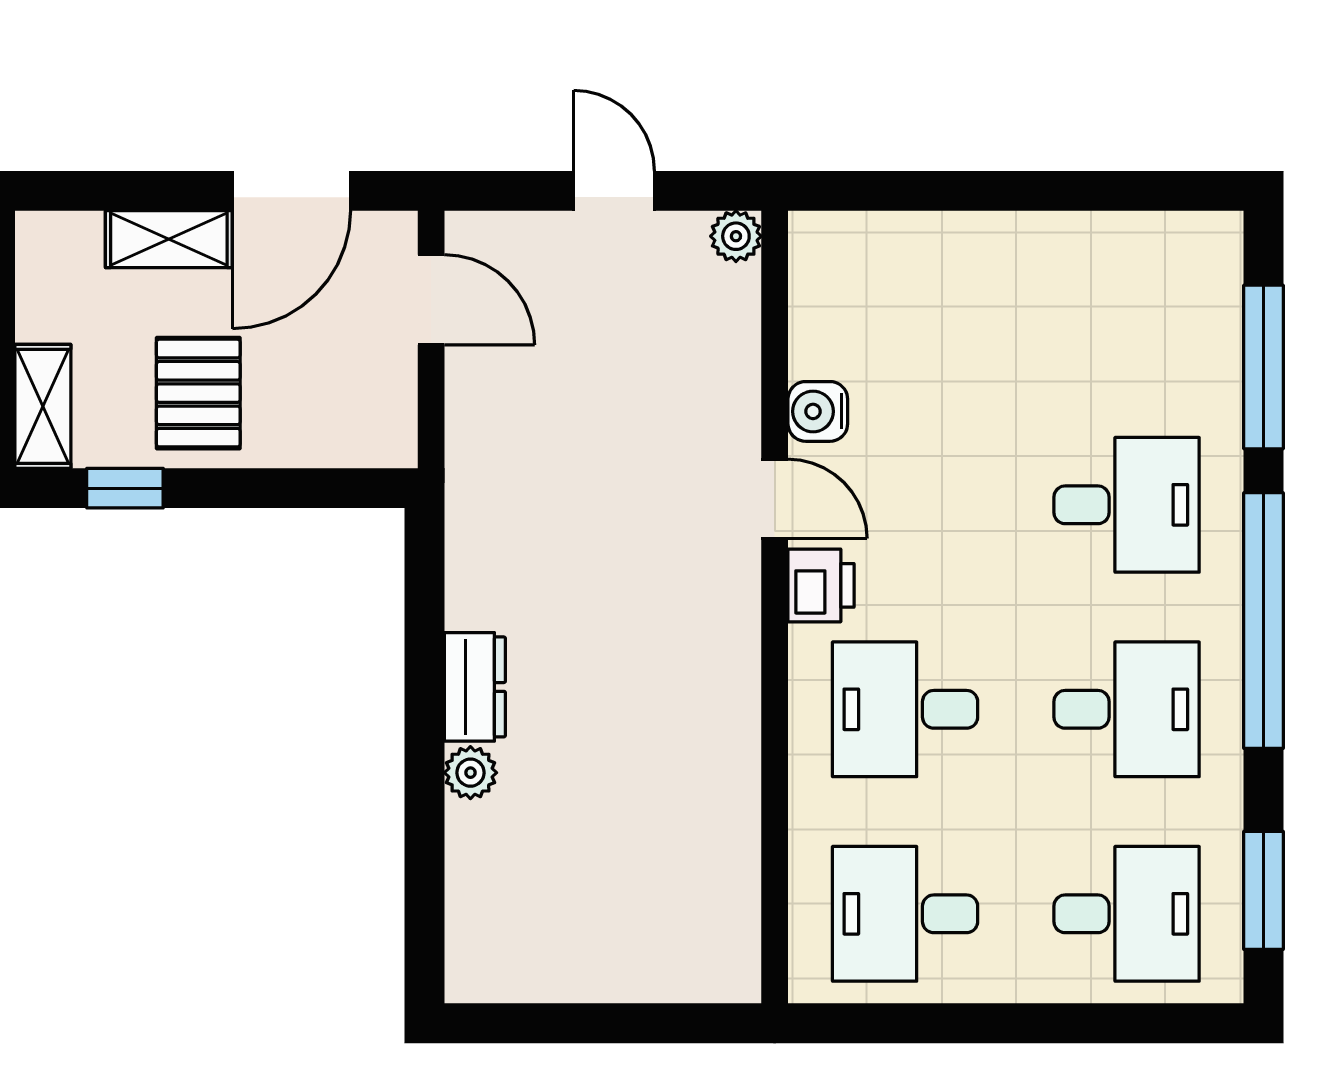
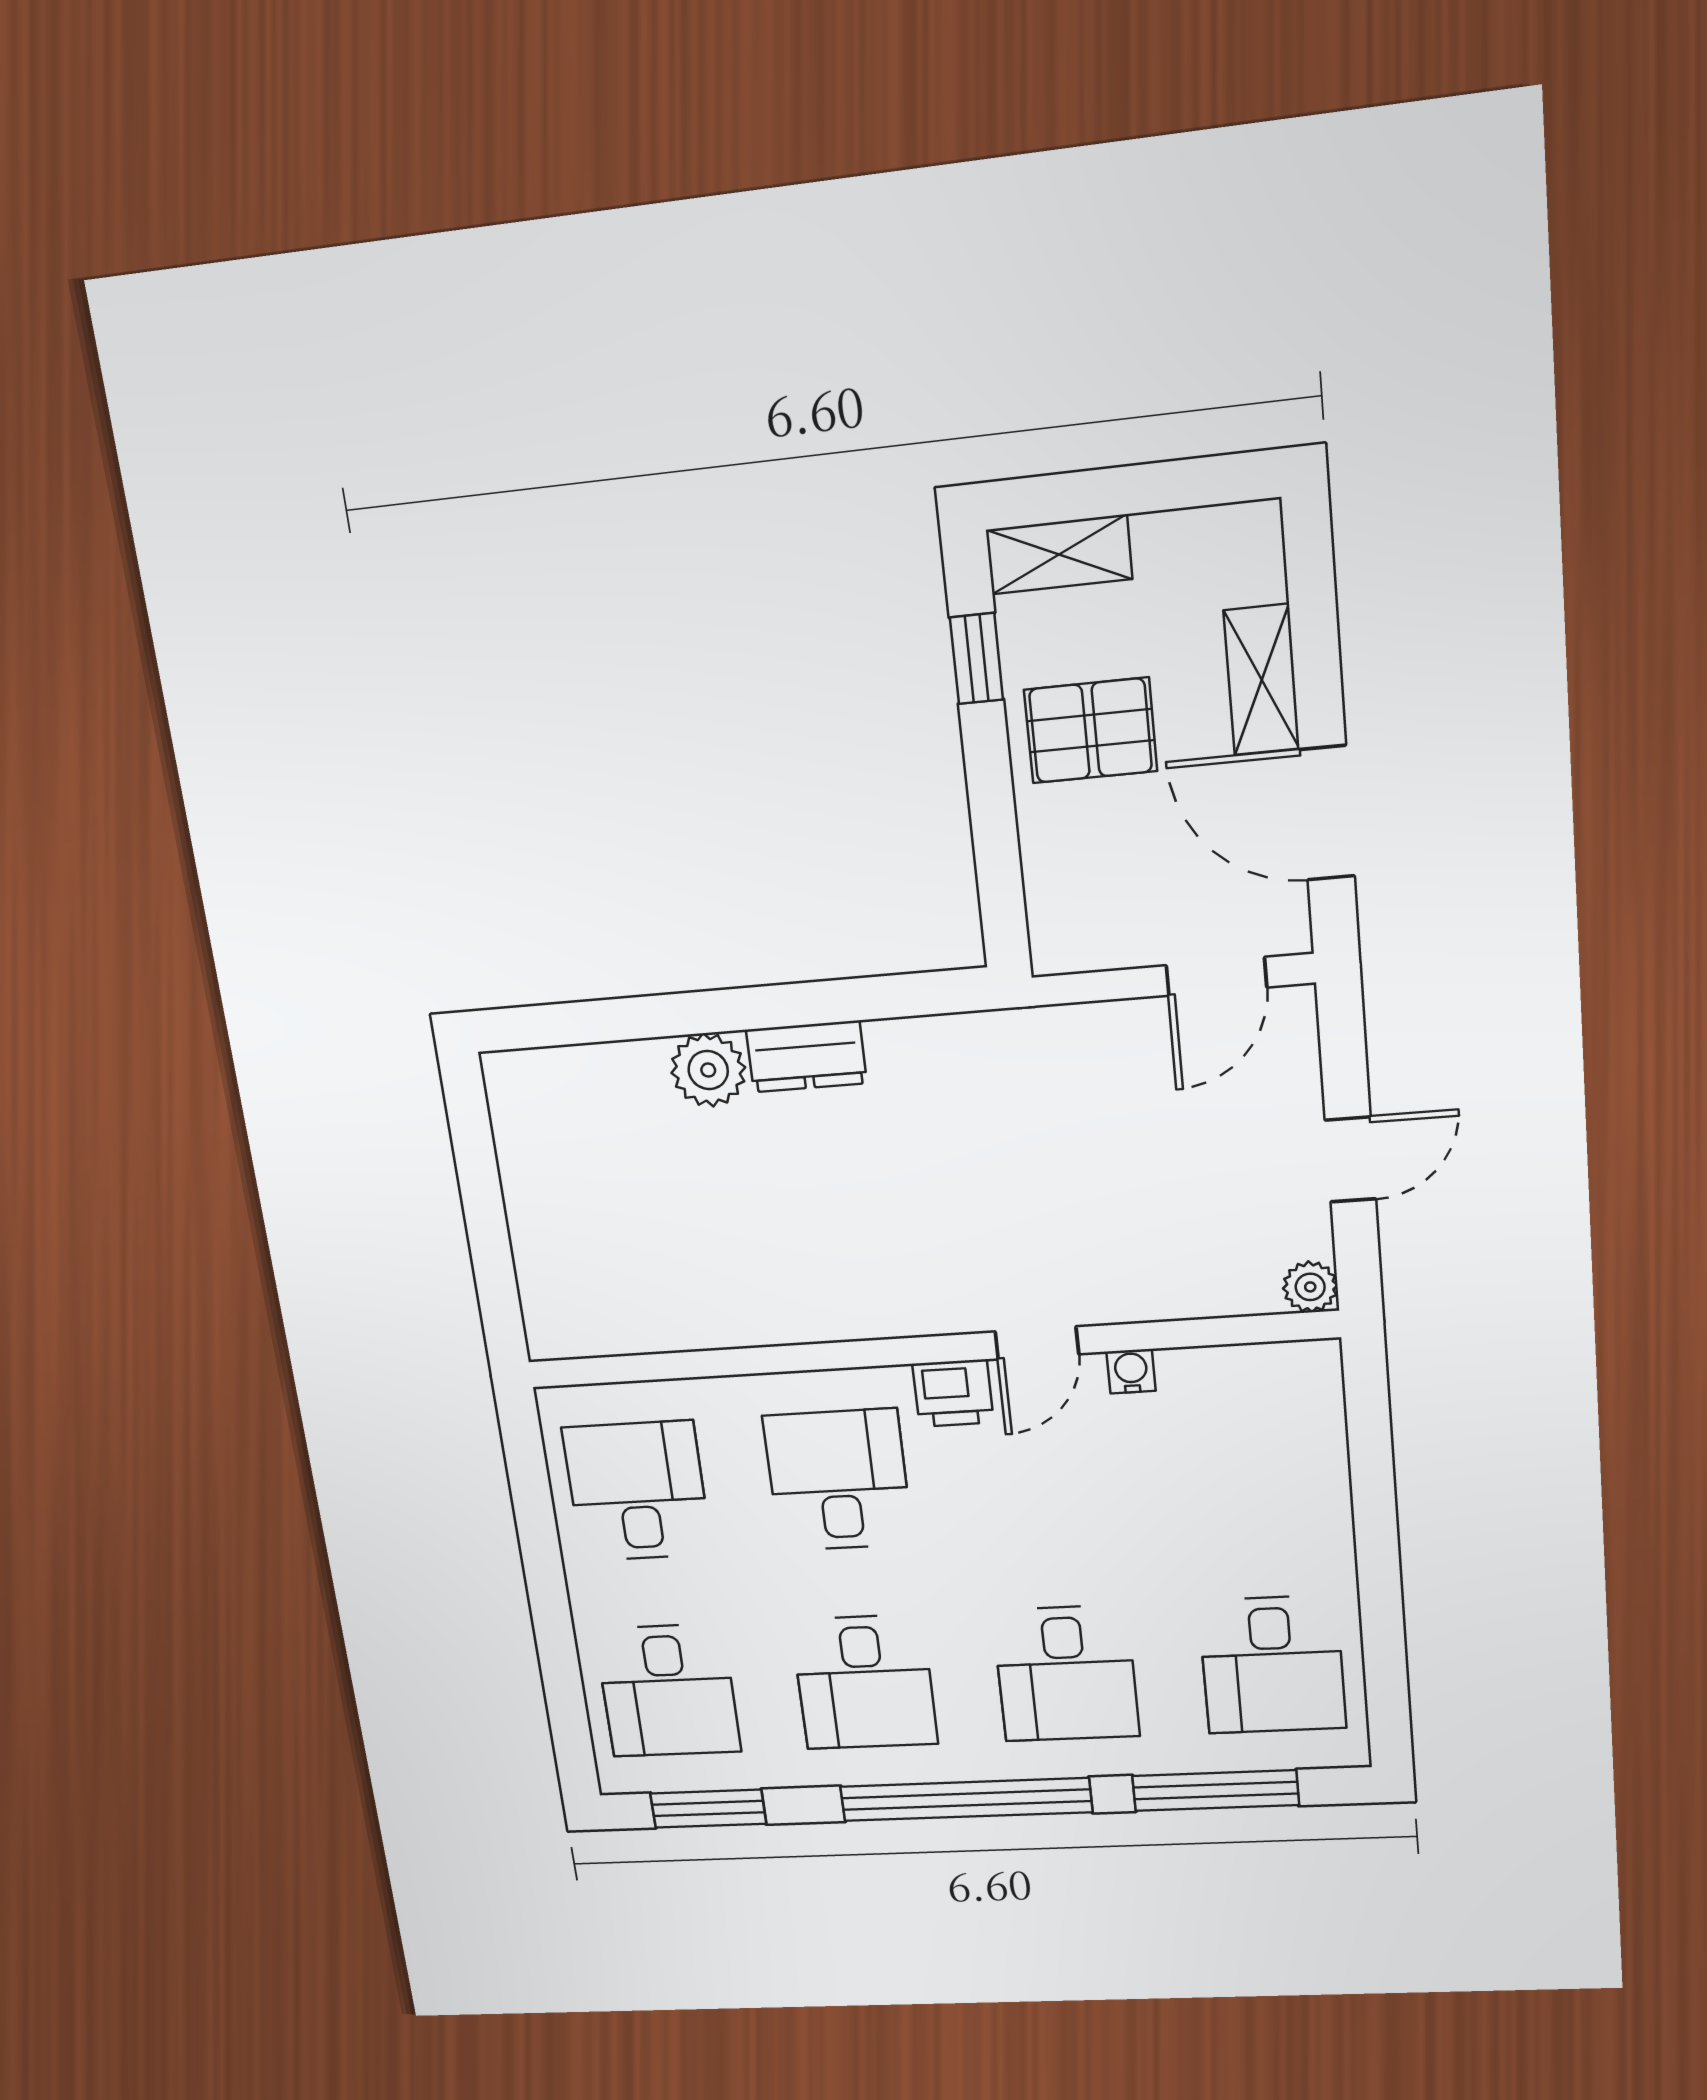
desk: (1127, 300) -> (1272, 1665), added
water cooler: (818, 411) -> (1131, 1371), width x0.72, depth x0.72
plant: (470, 773) -> (708, 1070), width x1.38, depth x1.38

